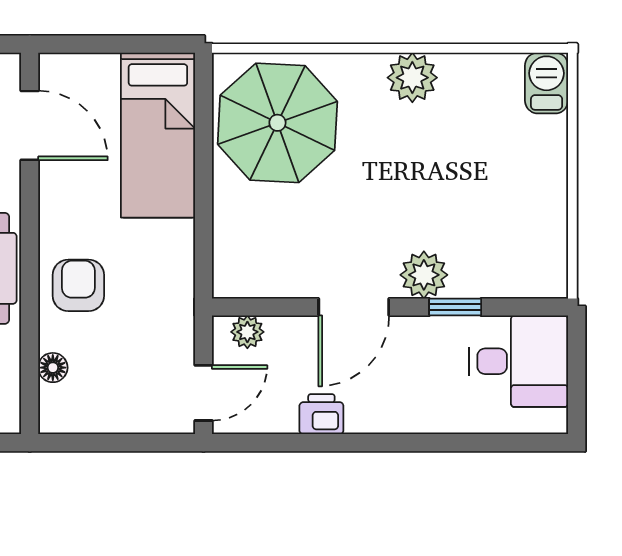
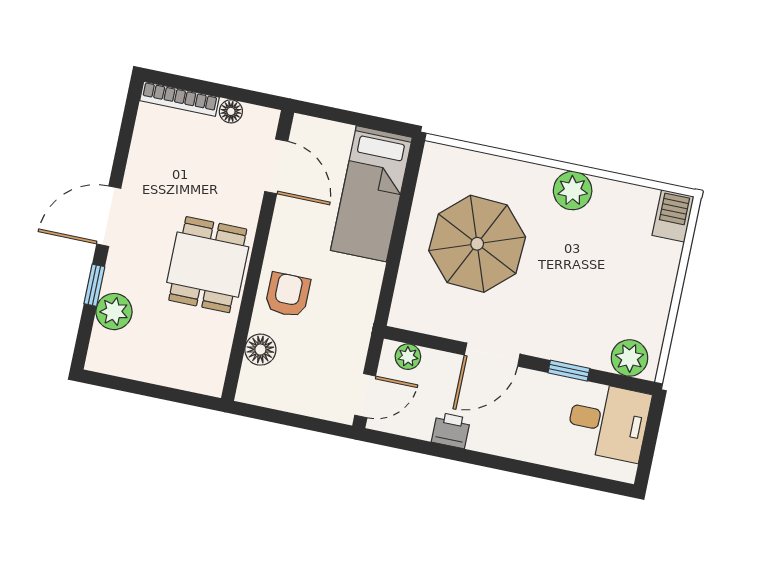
parasol: (277, 123) -> (477, 244), moved
plant: (424, 275) -> (629, 358), moved
floor lamp: (53, 368) -> (260, 350), width x1.37, depth x1.37

